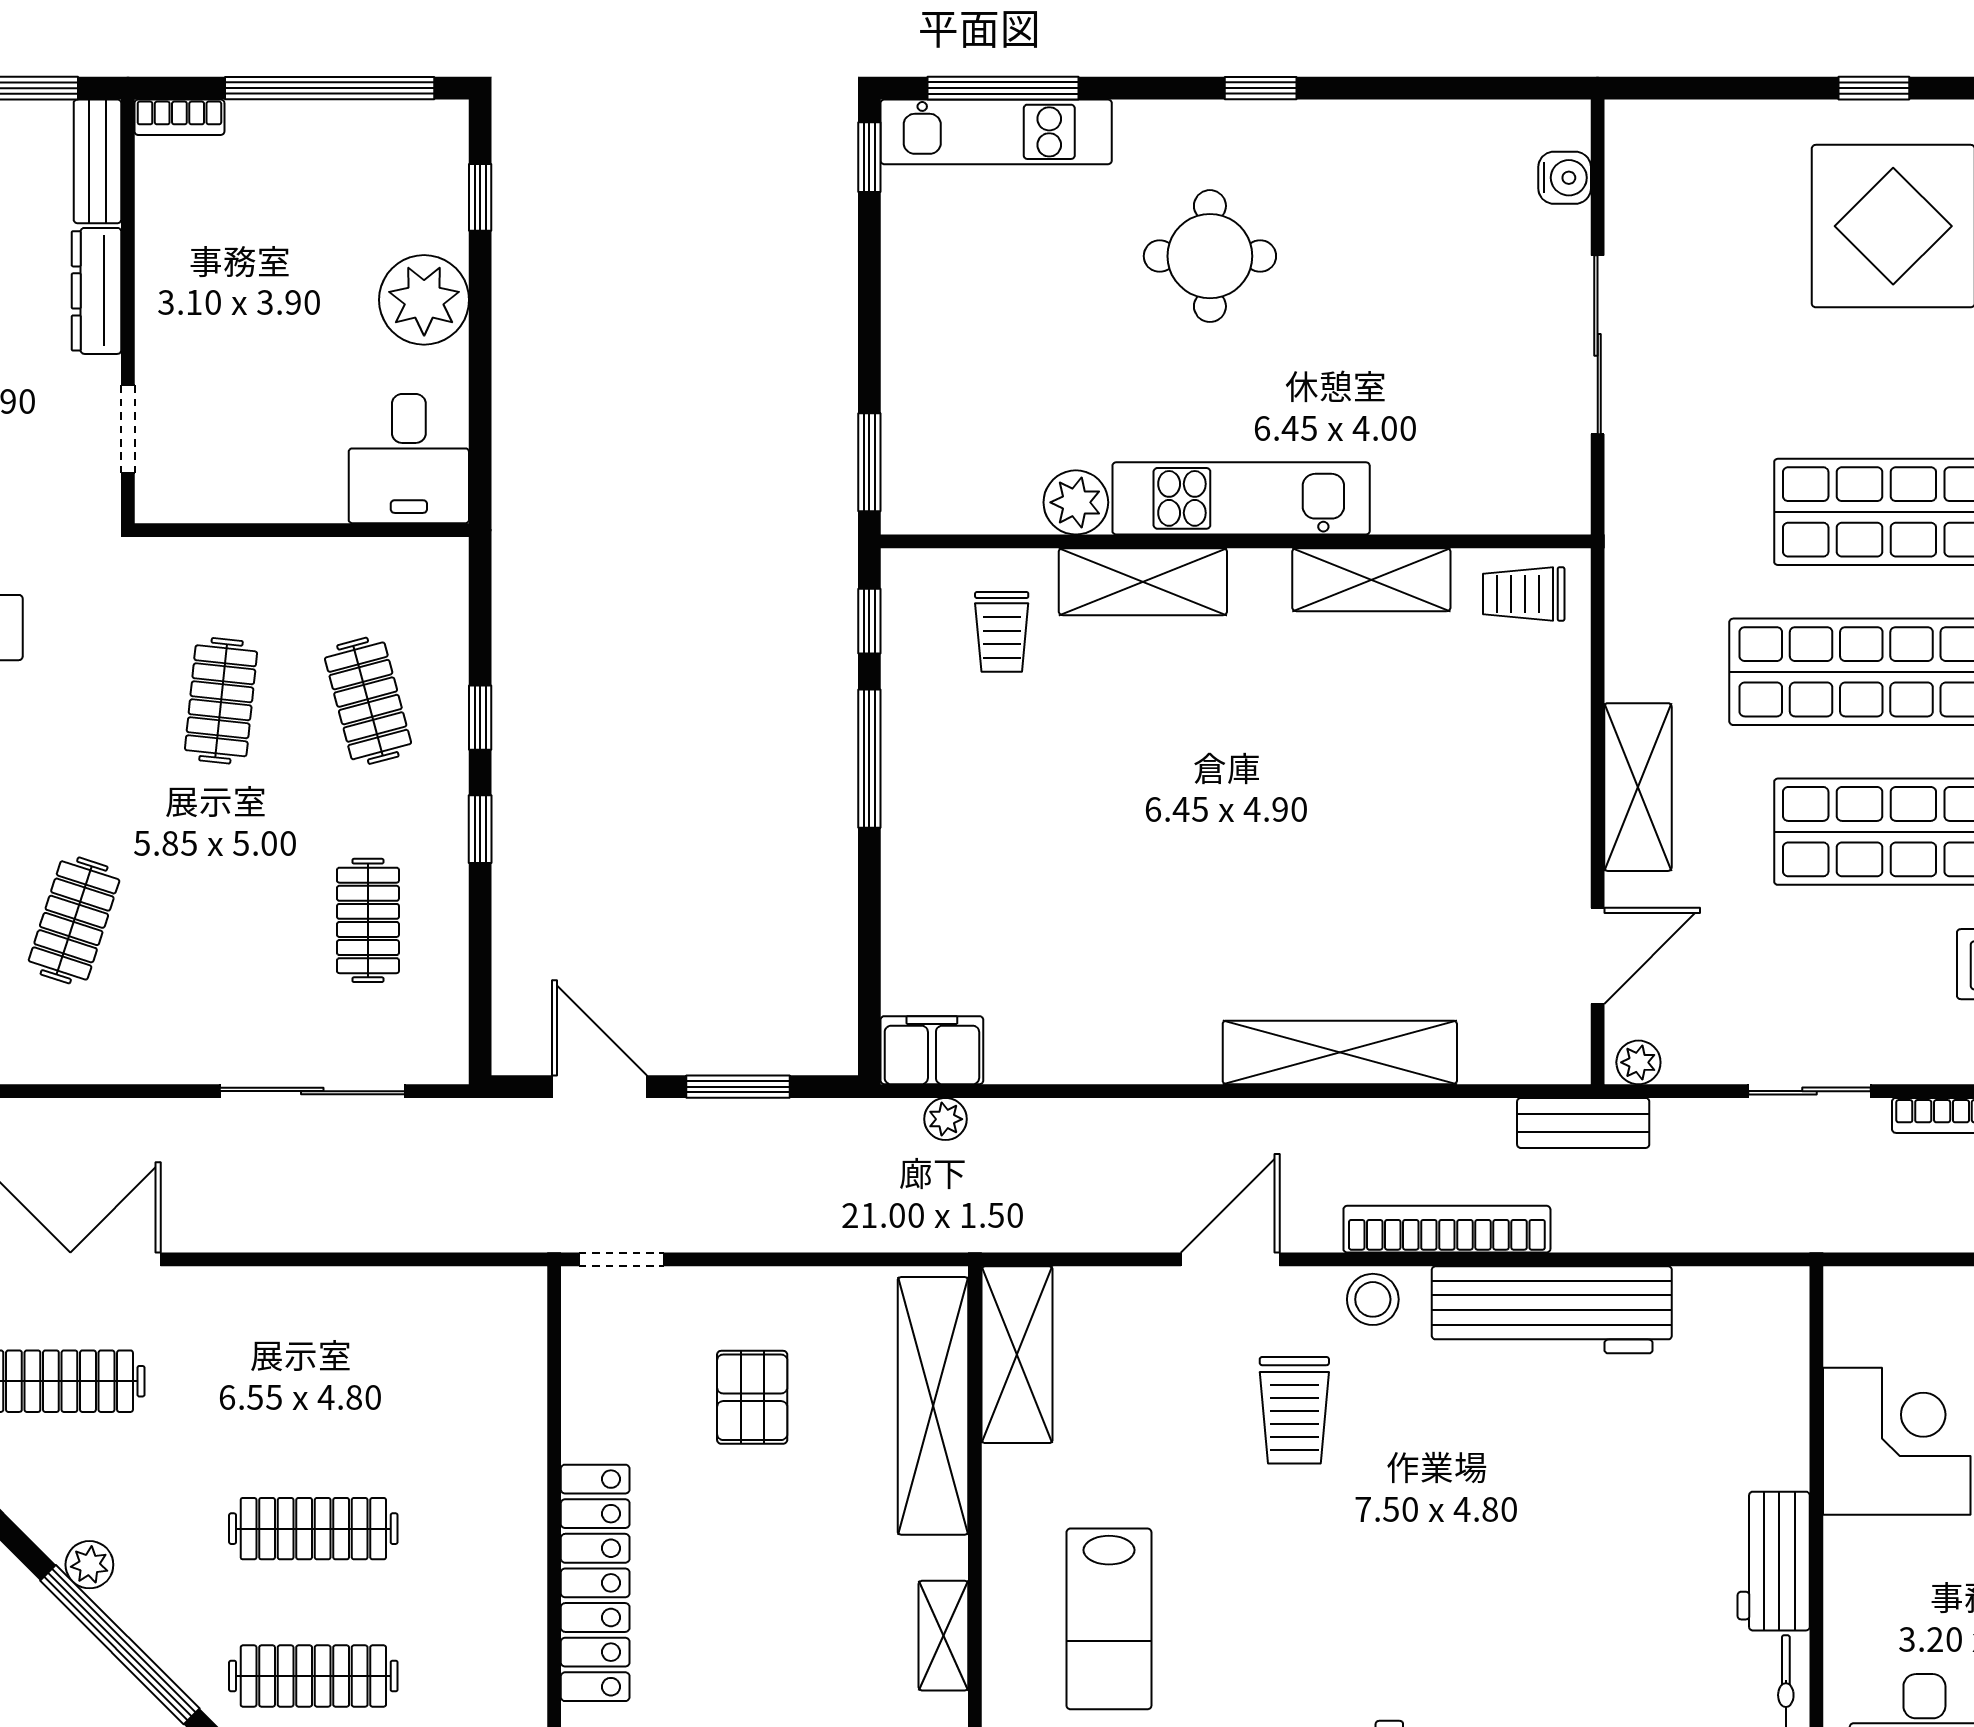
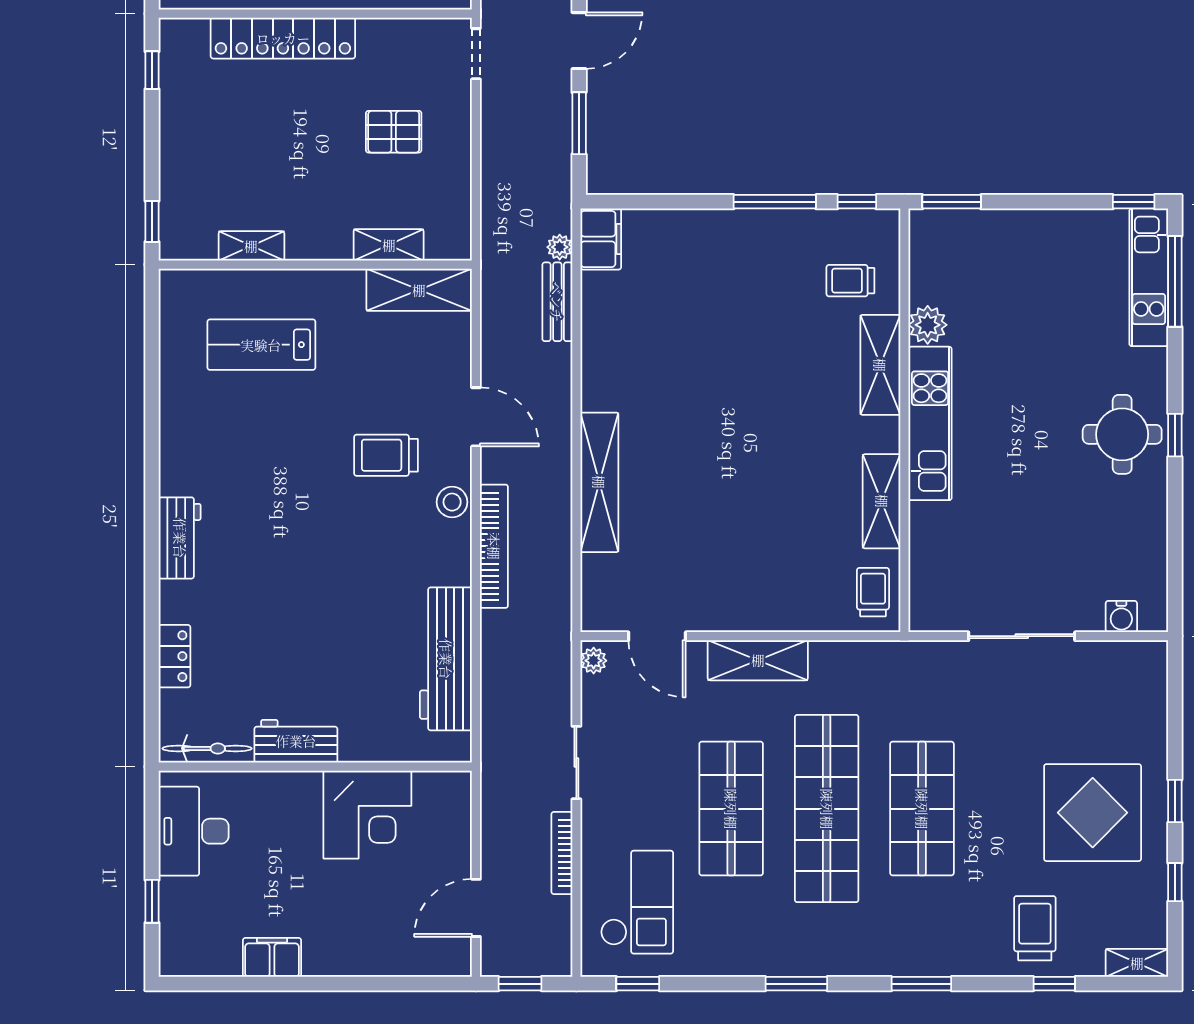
round table: (1210, 256) -> (1122, 434), moved
bench: (1583, 1123) -> (557, 302), moved
workbench: (1552, 1310) -> (446, 659), moved
shelving: (933, 1406) -> (389, 245), width x0.45, depth x0.75

